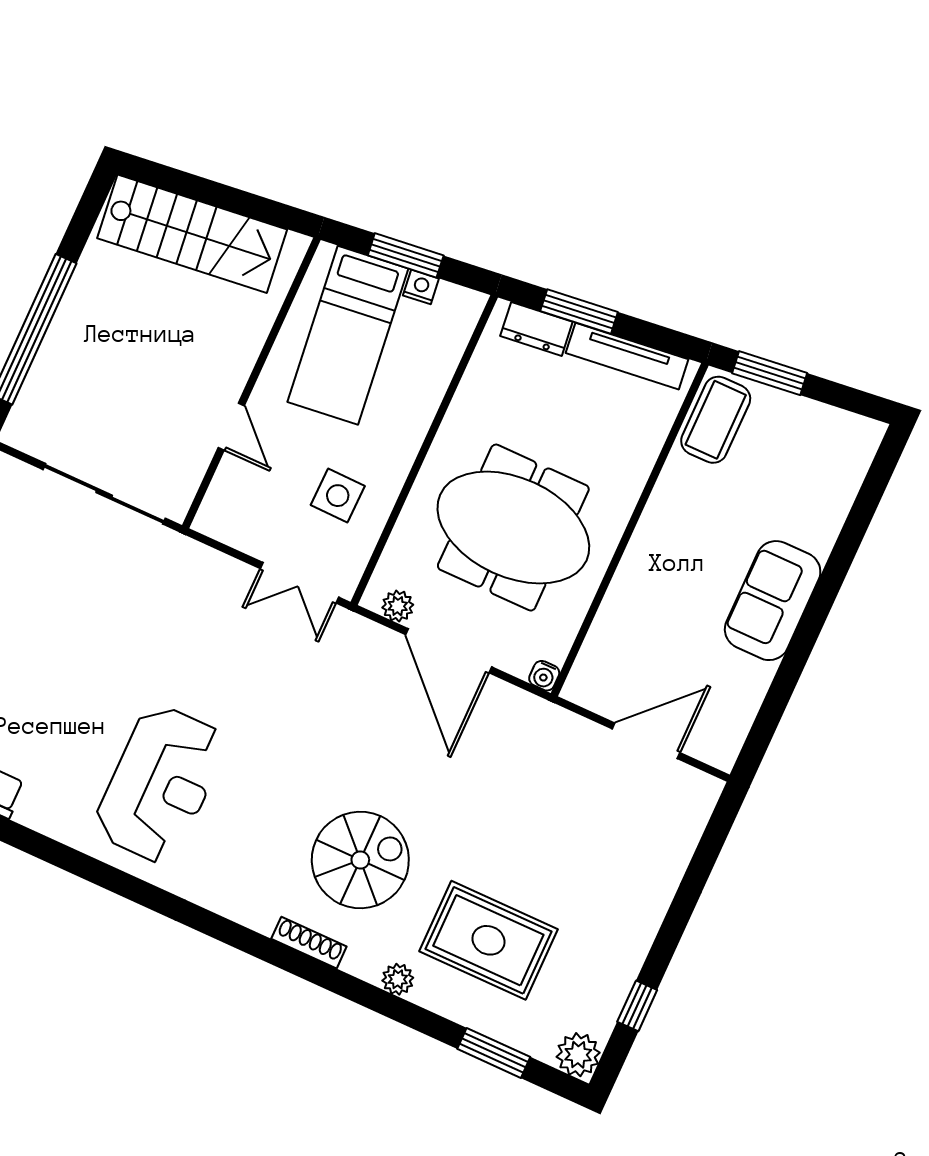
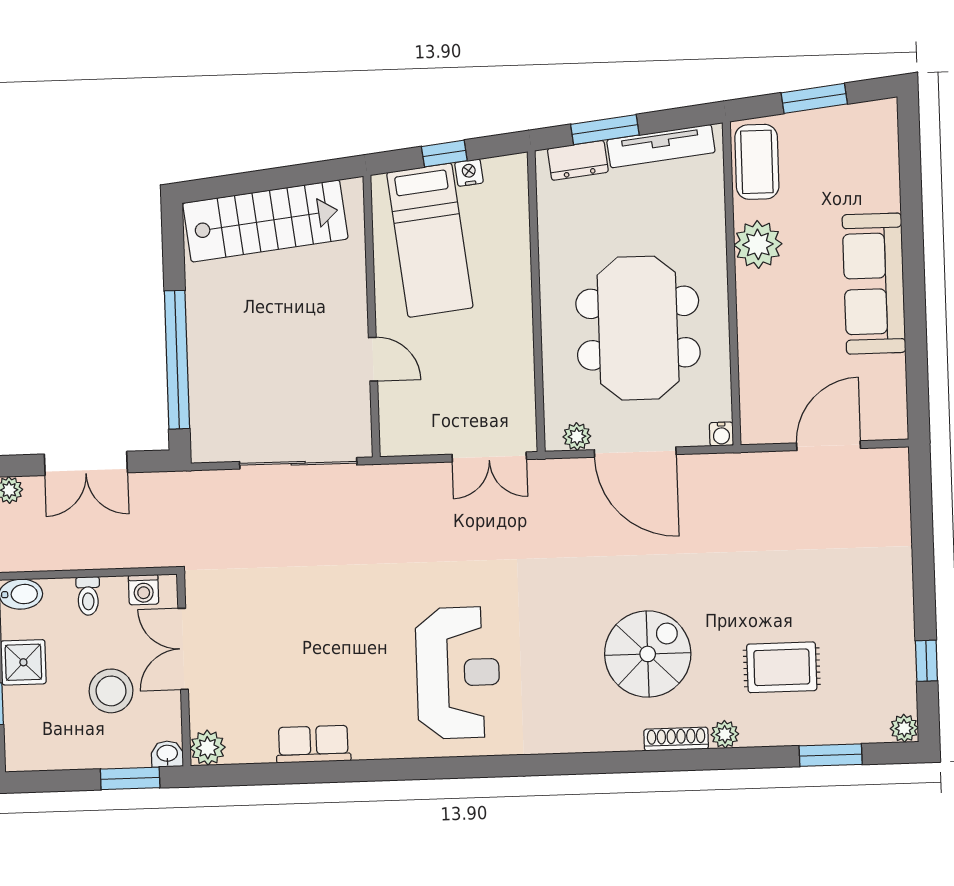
window: (406, 255) -> (444, 154), width x0.67
window: (770, 373) -> (814, 98), moved
side table: (338, 496) -> (485, 372), removed
plant: (676, 503) -> (758, 244), added
meeting table: (513, 528) -> (638, 328), turned 90
sofa: (773, 601) -> (874, 284), width x1.36
rug: (488, 940) -> (782, 667), width x0.73, depth x0.70
shoe rack: (309, 943) -> (676, 739), moved
plant: (578, 1055) -> (904, 728), width x0.73, depth x0.73

